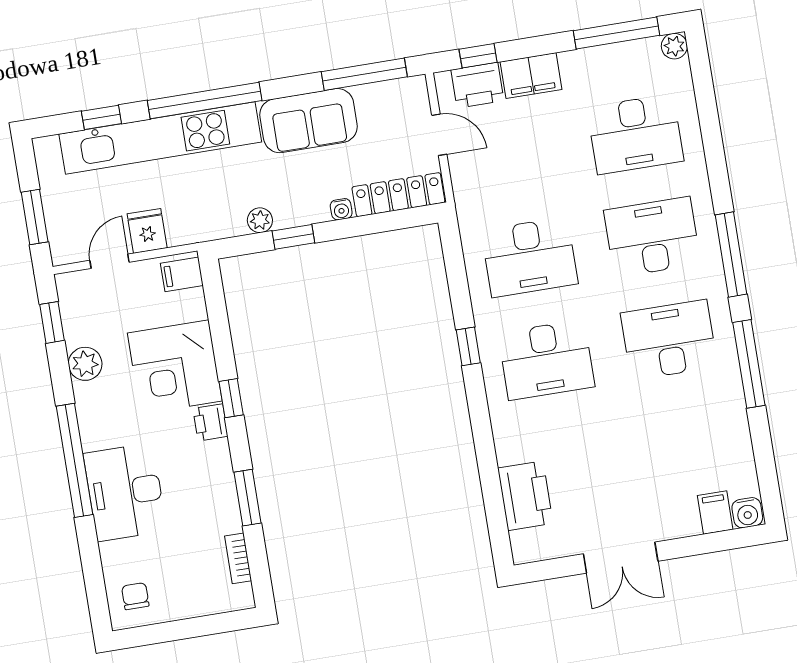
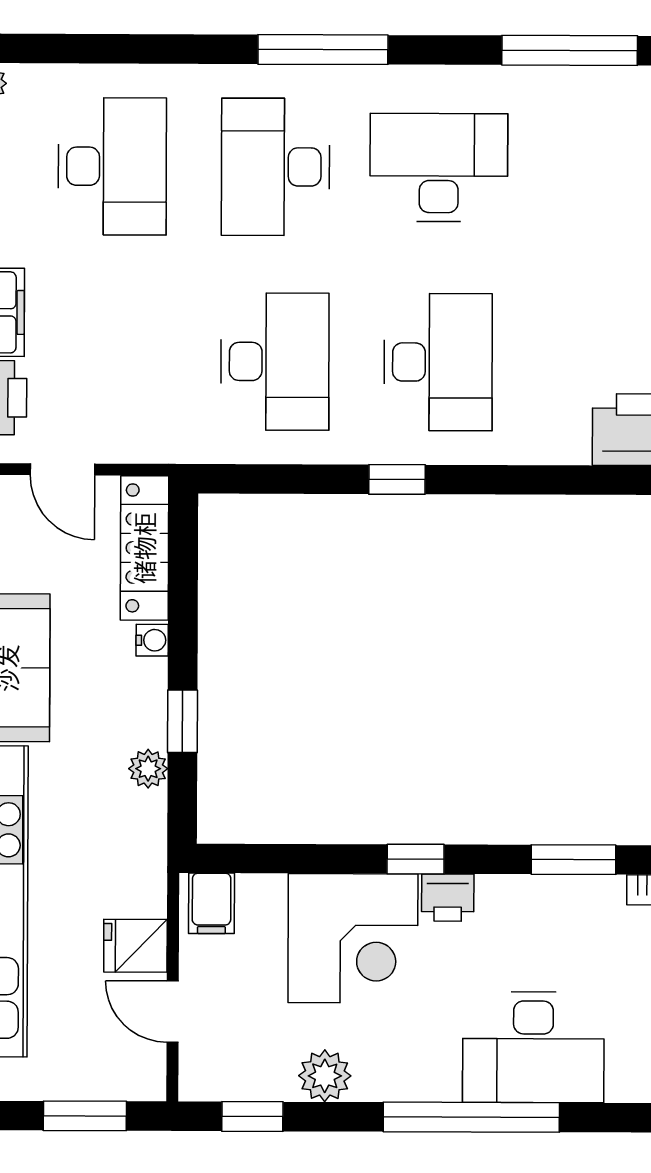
door: (439, 135) -> (62, 469), swing flipped
desk: (669, 340) -> (439, 167), turned 90
window: (749, 364) -> (570, 50), moved

